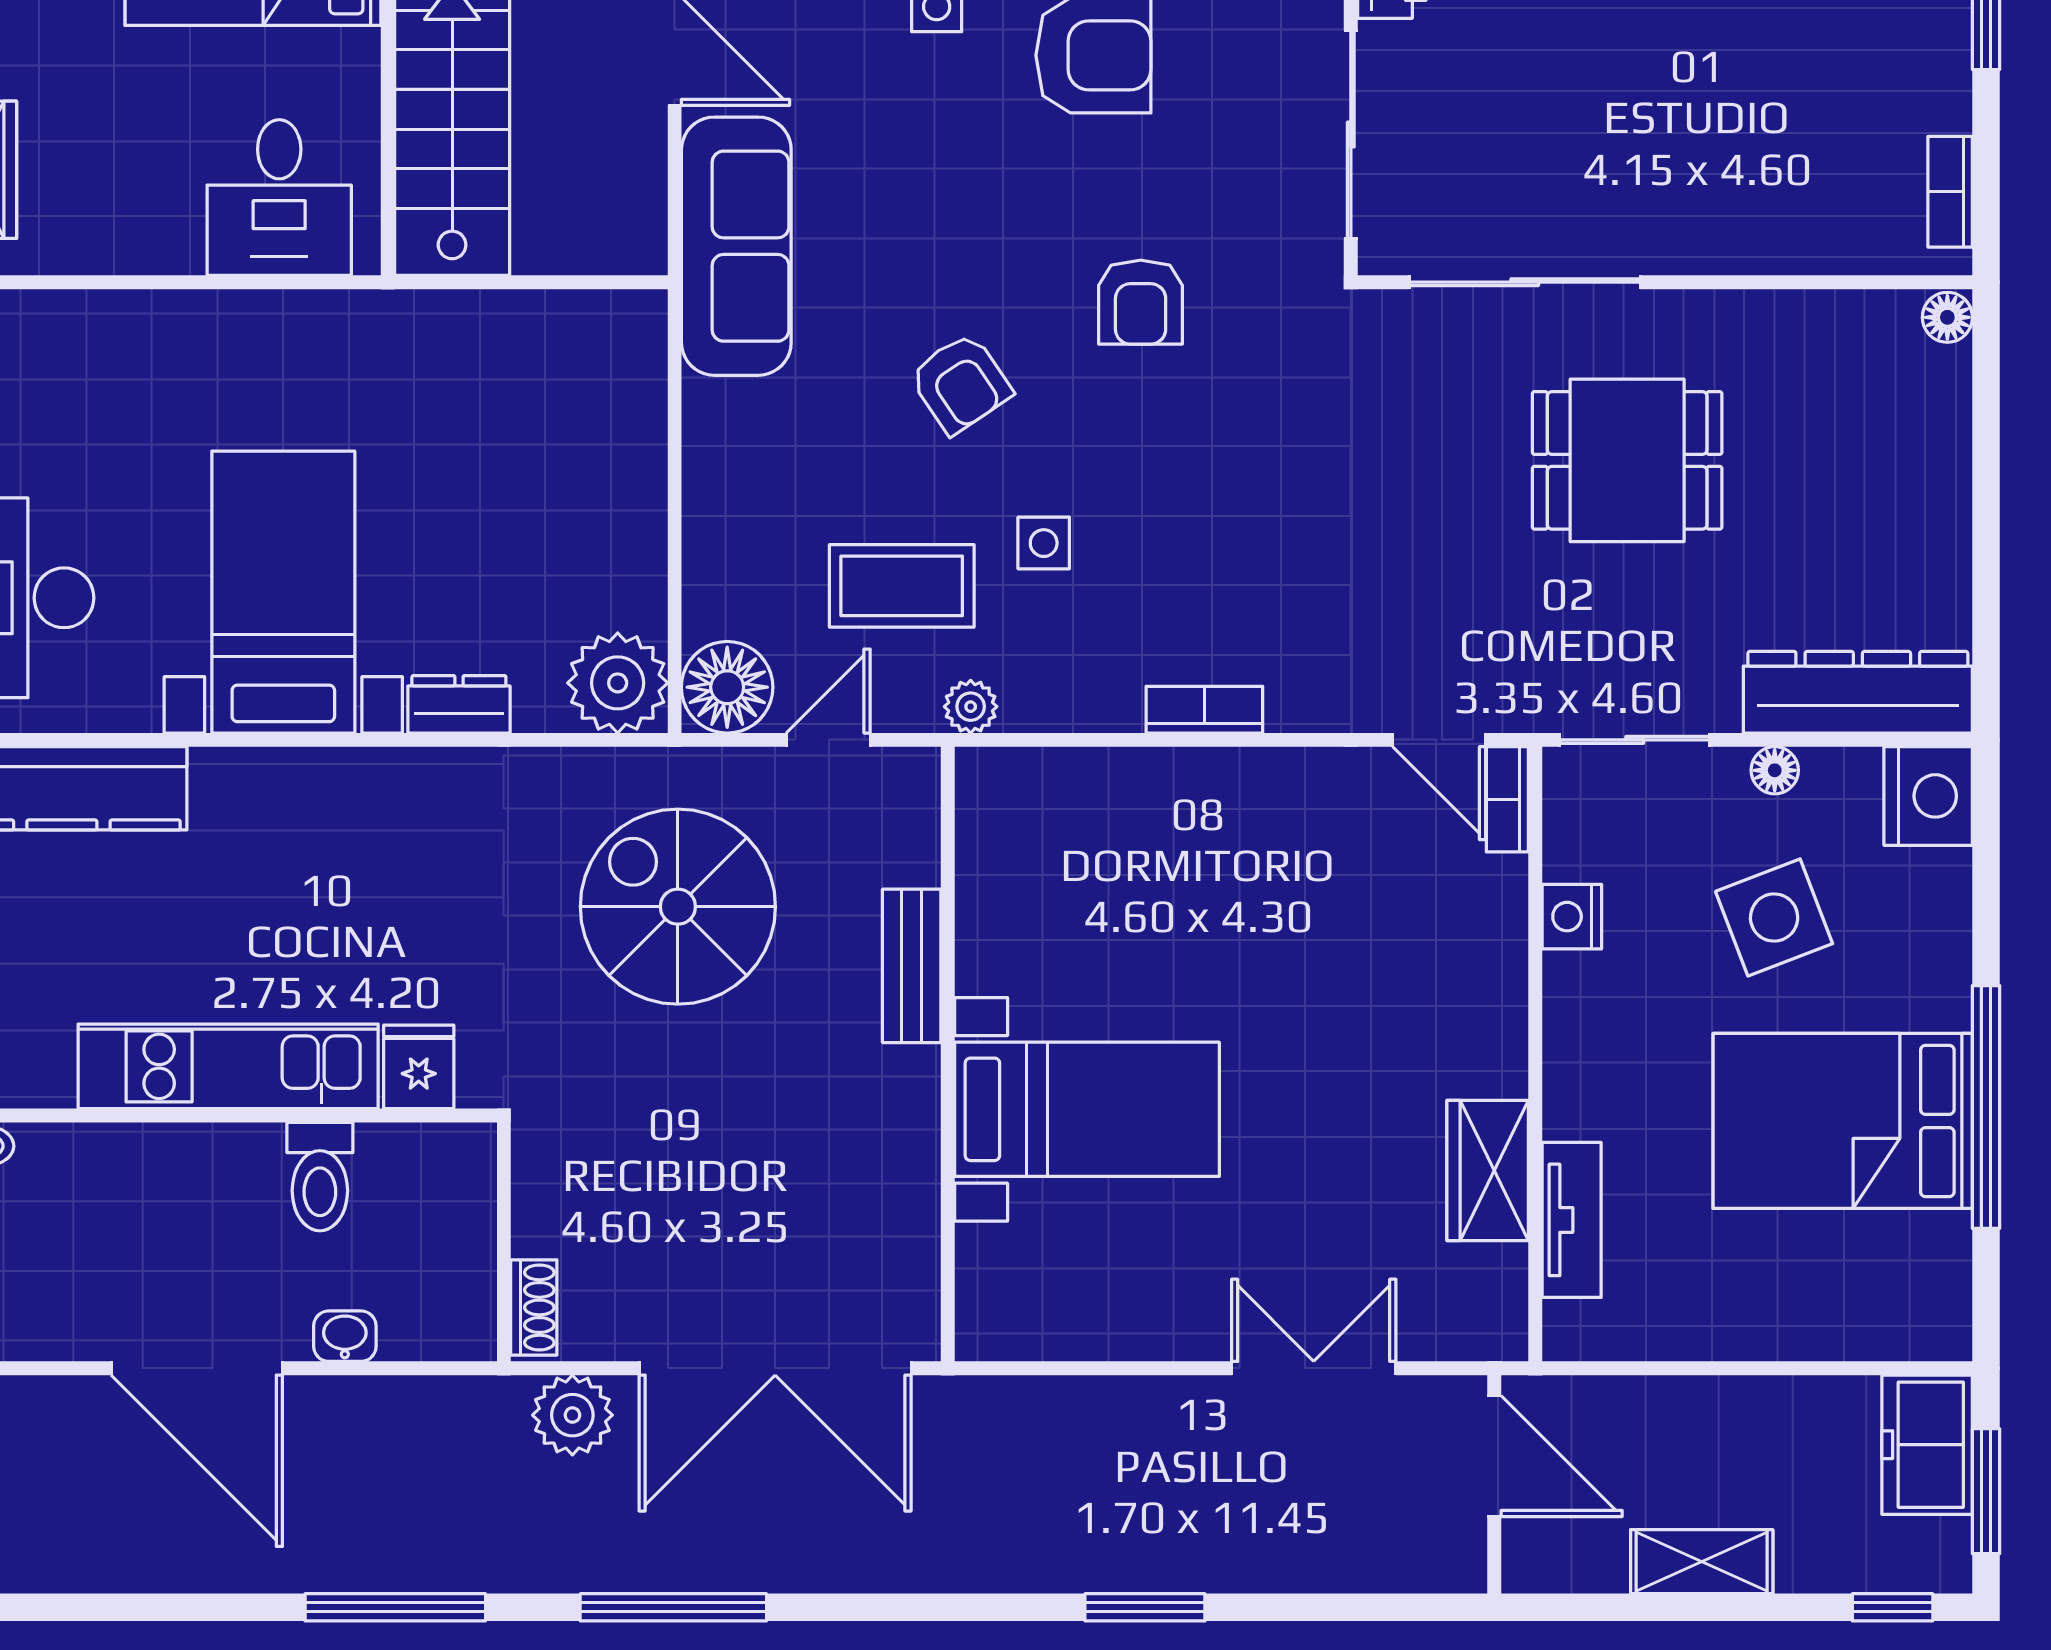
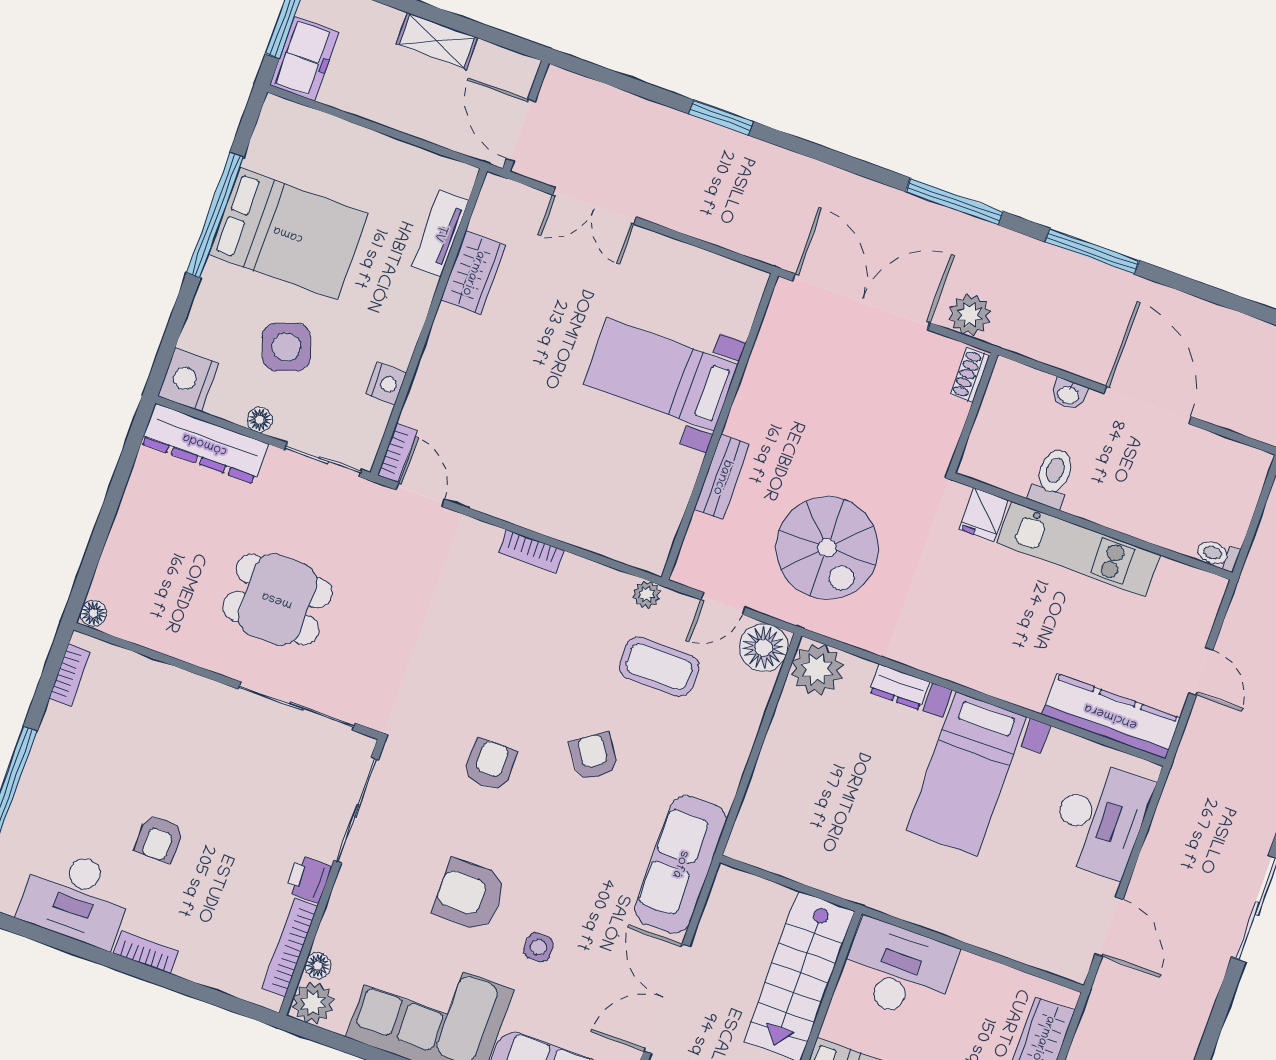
desk: (279, 198) -> (898, 970), width x1.37
side table: (1044, 543) -> (581, 663), removed

